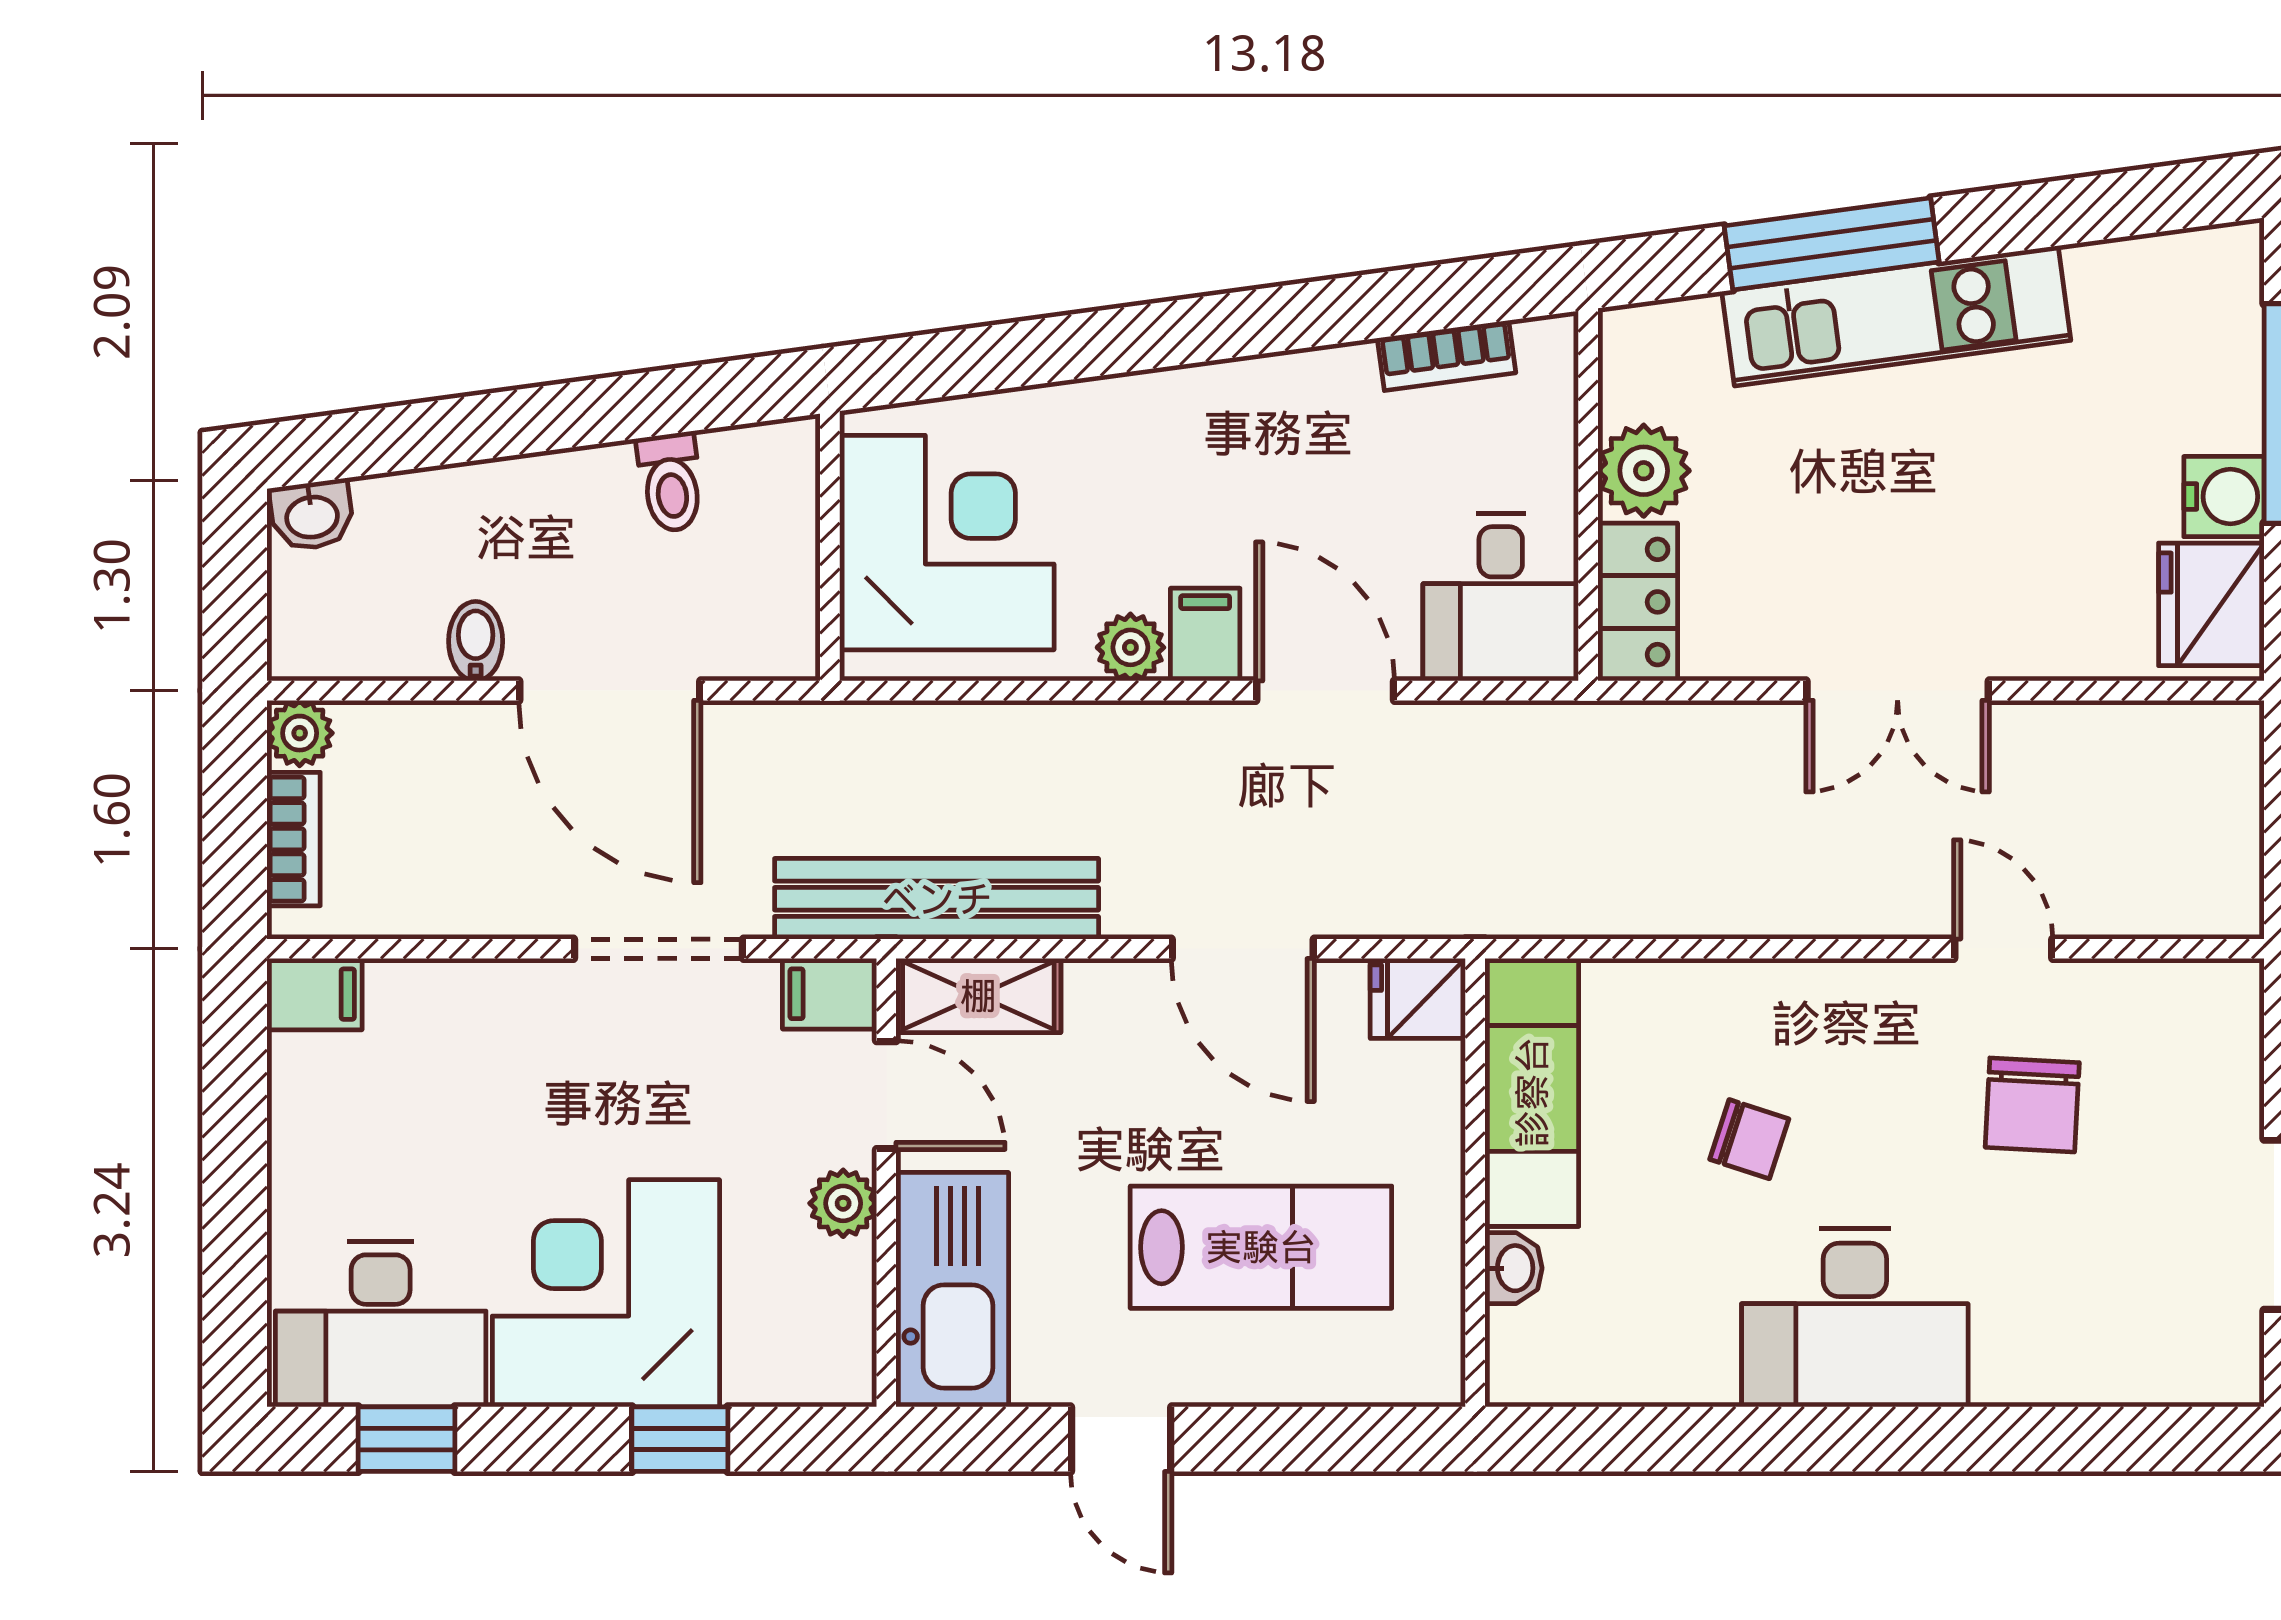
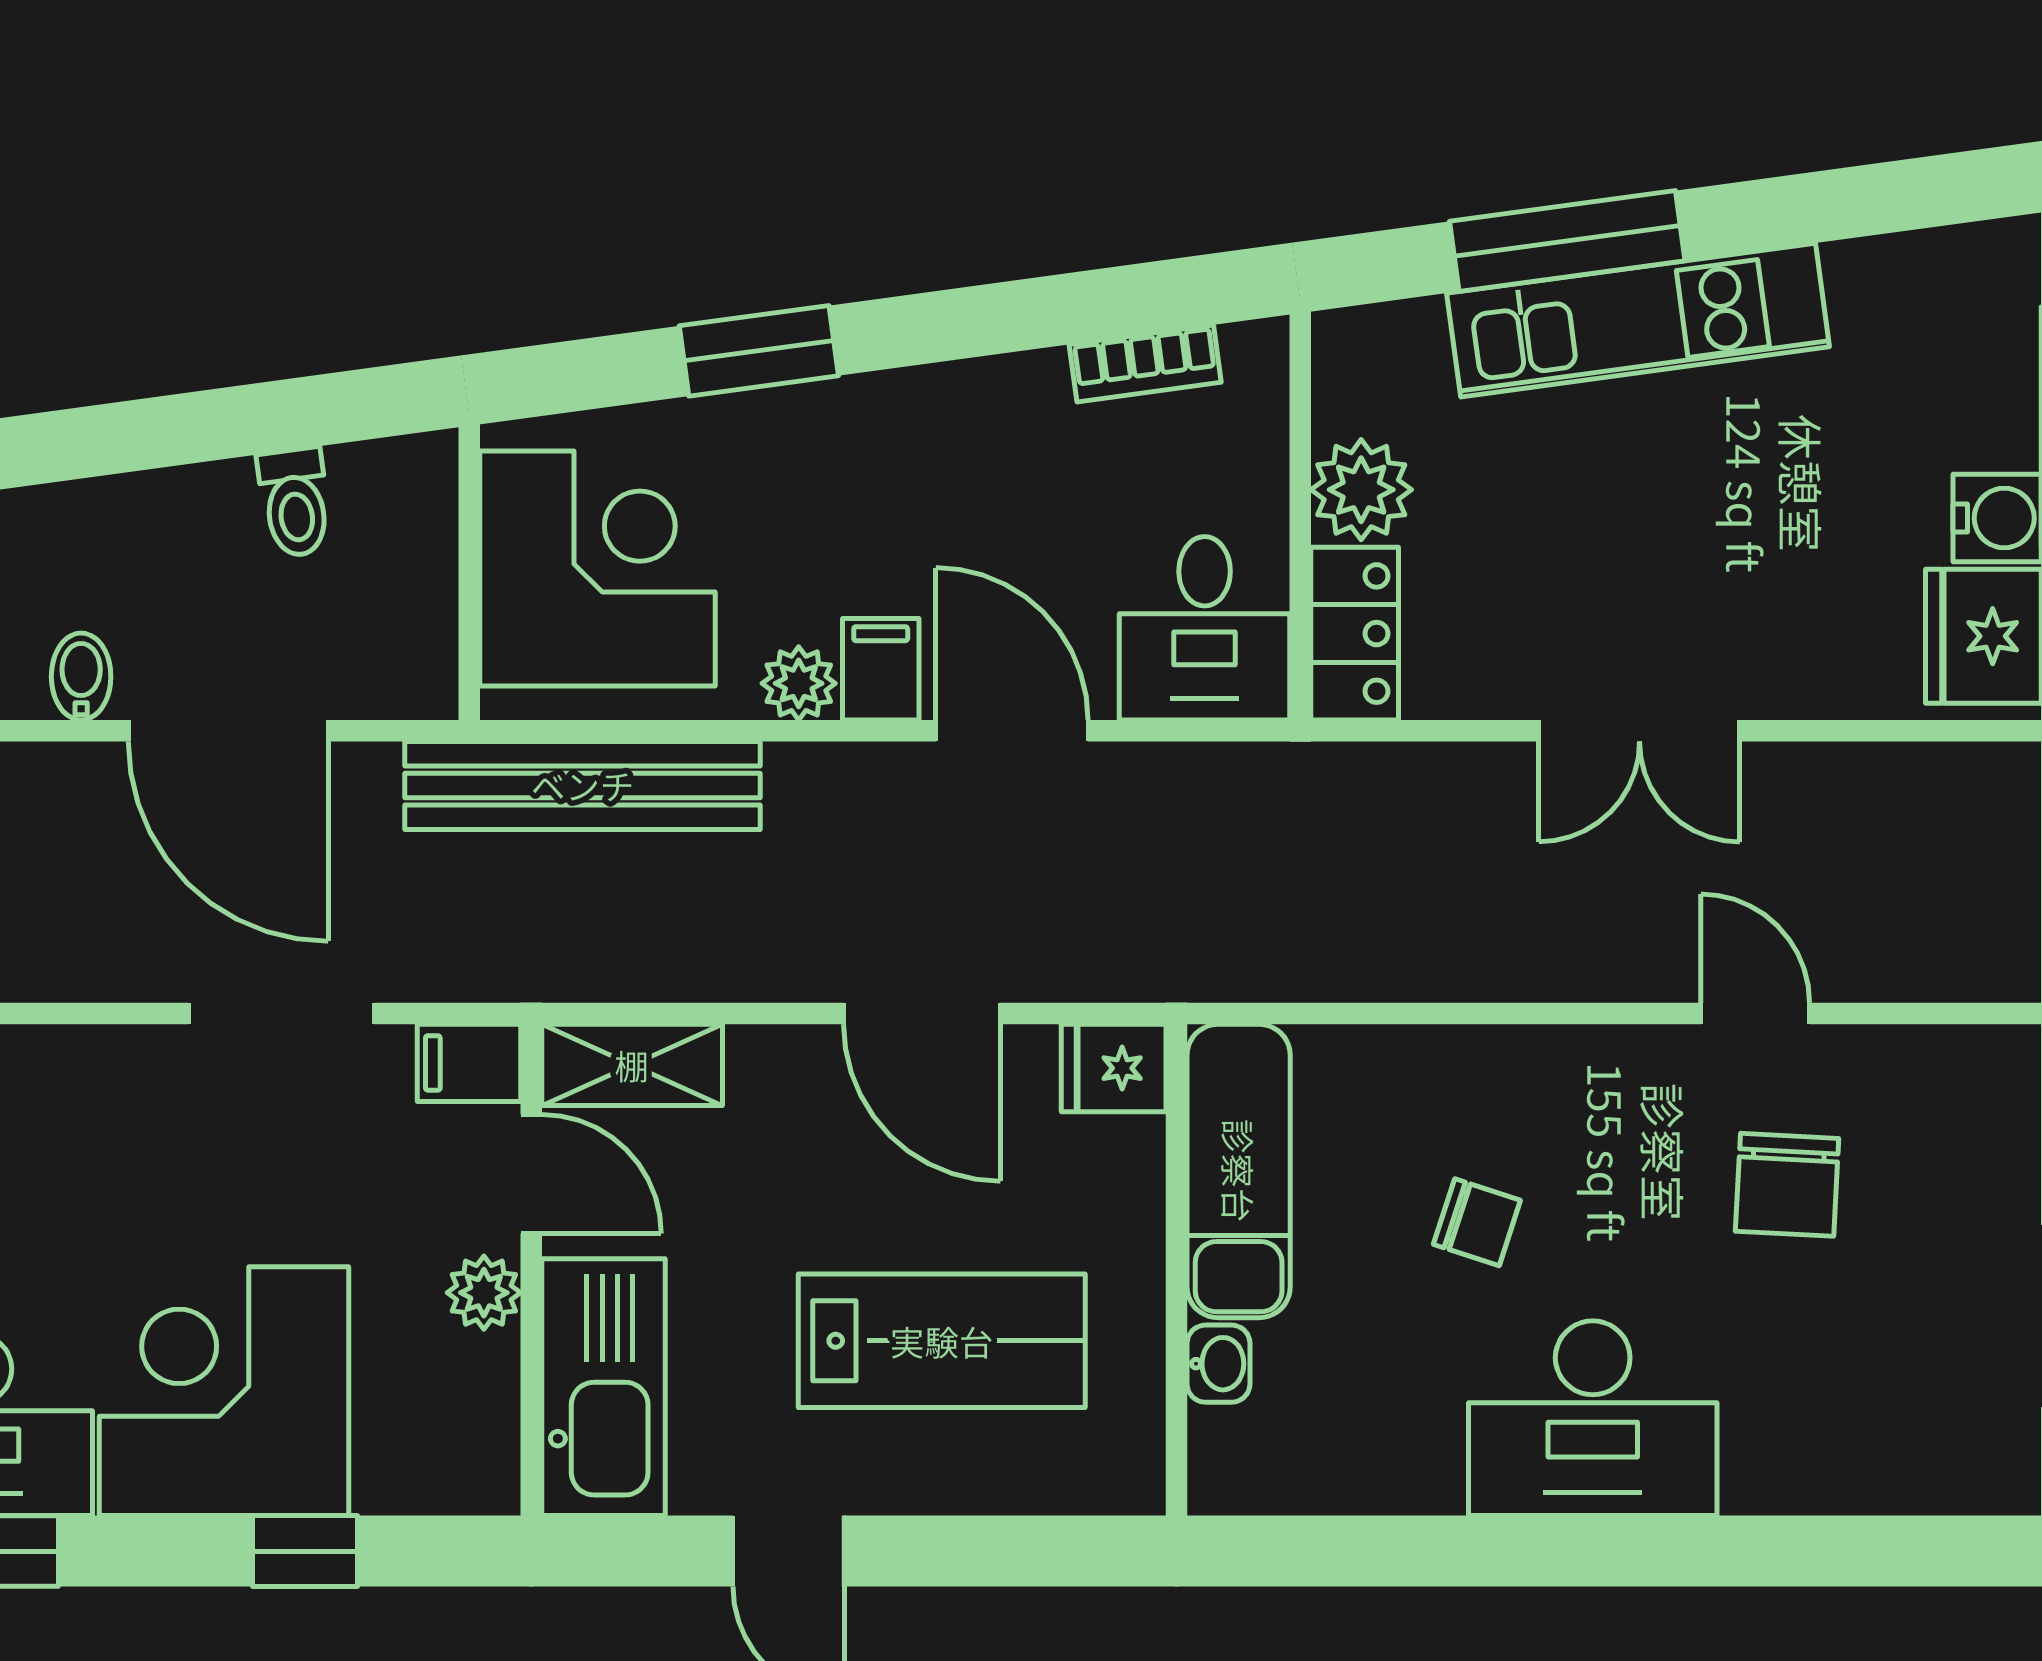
window: (1094, 344) -> (759, 351), added
bench: (937, 899) -> (583, 785), moved

